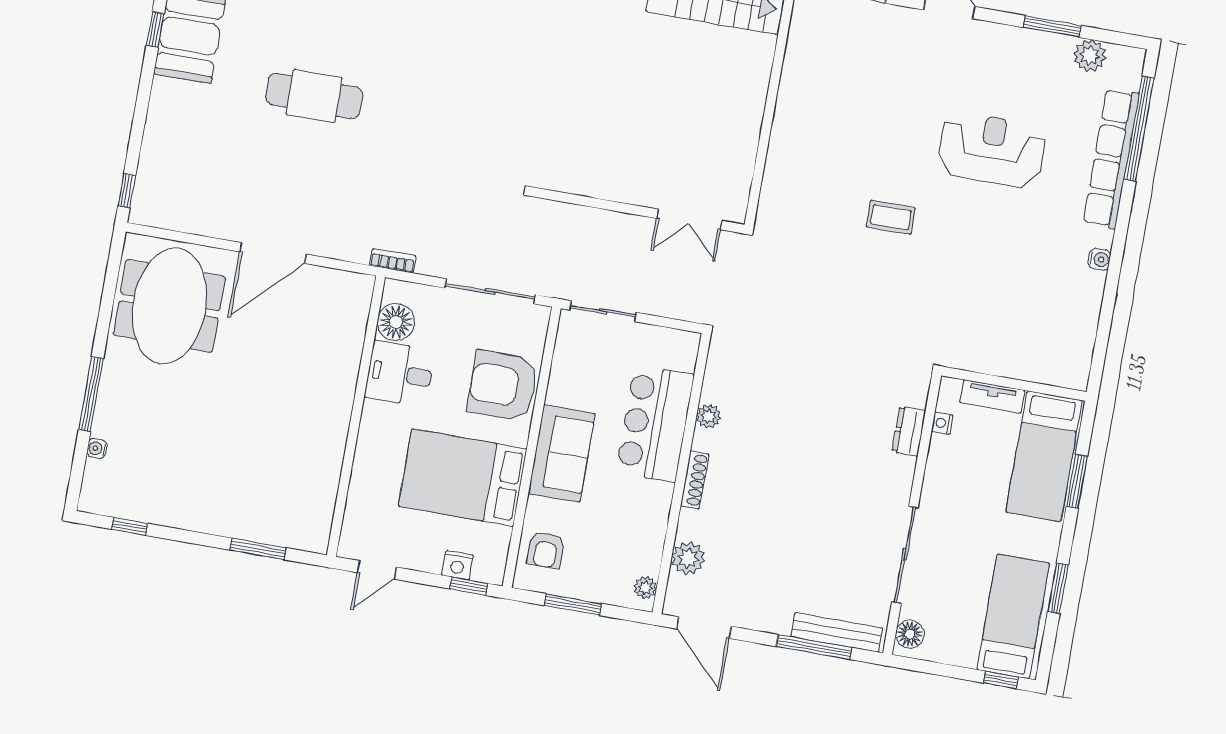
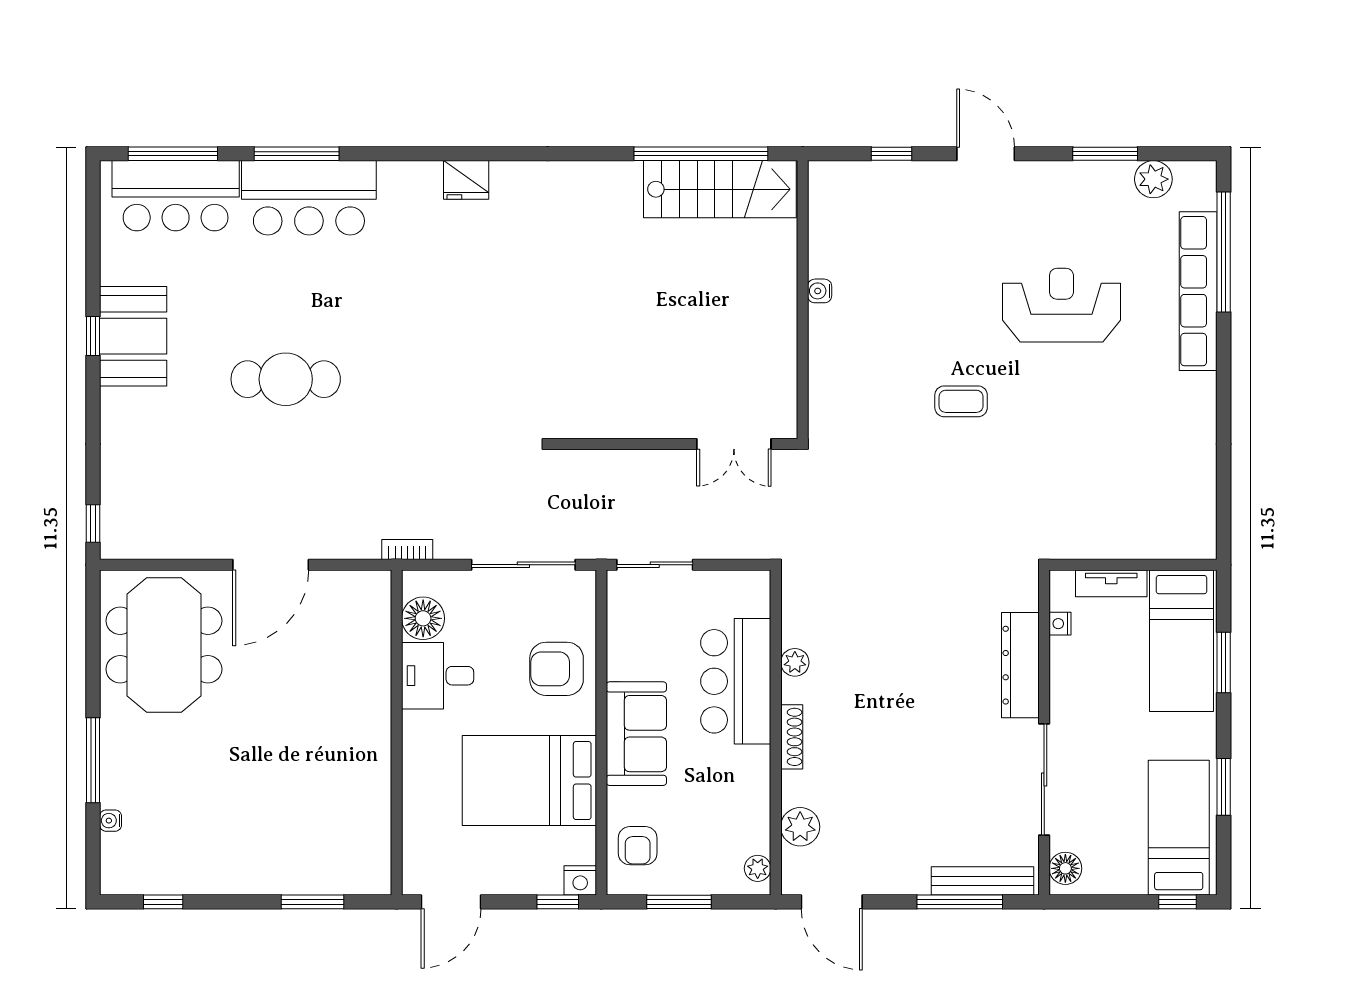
water cooler: (1099, 259) -> (820, 291), moved, turned 180
armchair: (503, 386) -> (557, 669), width x0.73, depth x0.73
dresser: (909, 431) -> (1020, 665), width x1.96, depth x1.24
nightstand: (457, 565) -> (580, 880), moved
door: (377, 570) -> (451, 902), width x1.38

